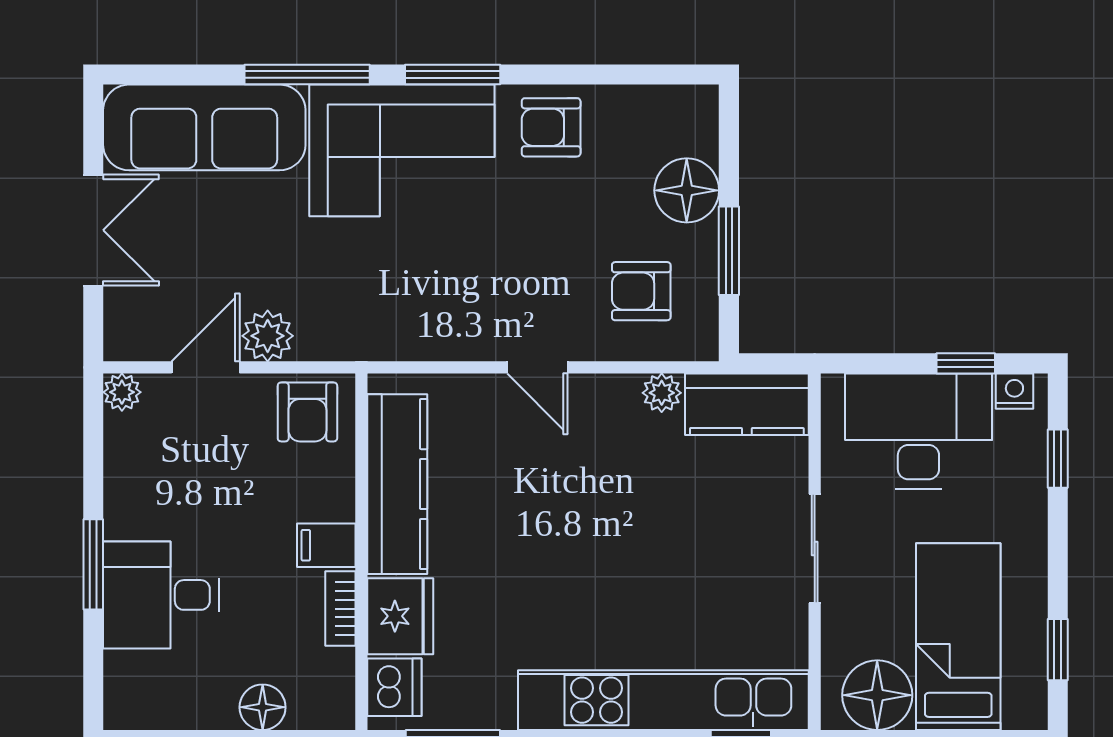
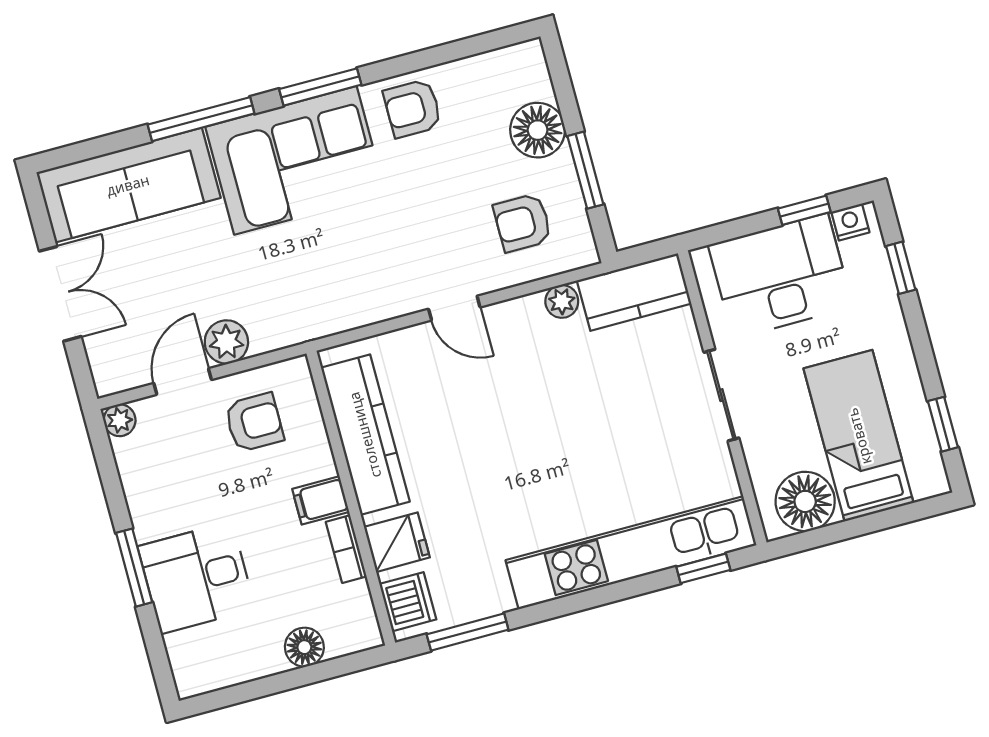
armchair: (307, 412) -> (254, 422), moved, turned -90
fridge: (400, 616) -> (397, 542), width x0.72

